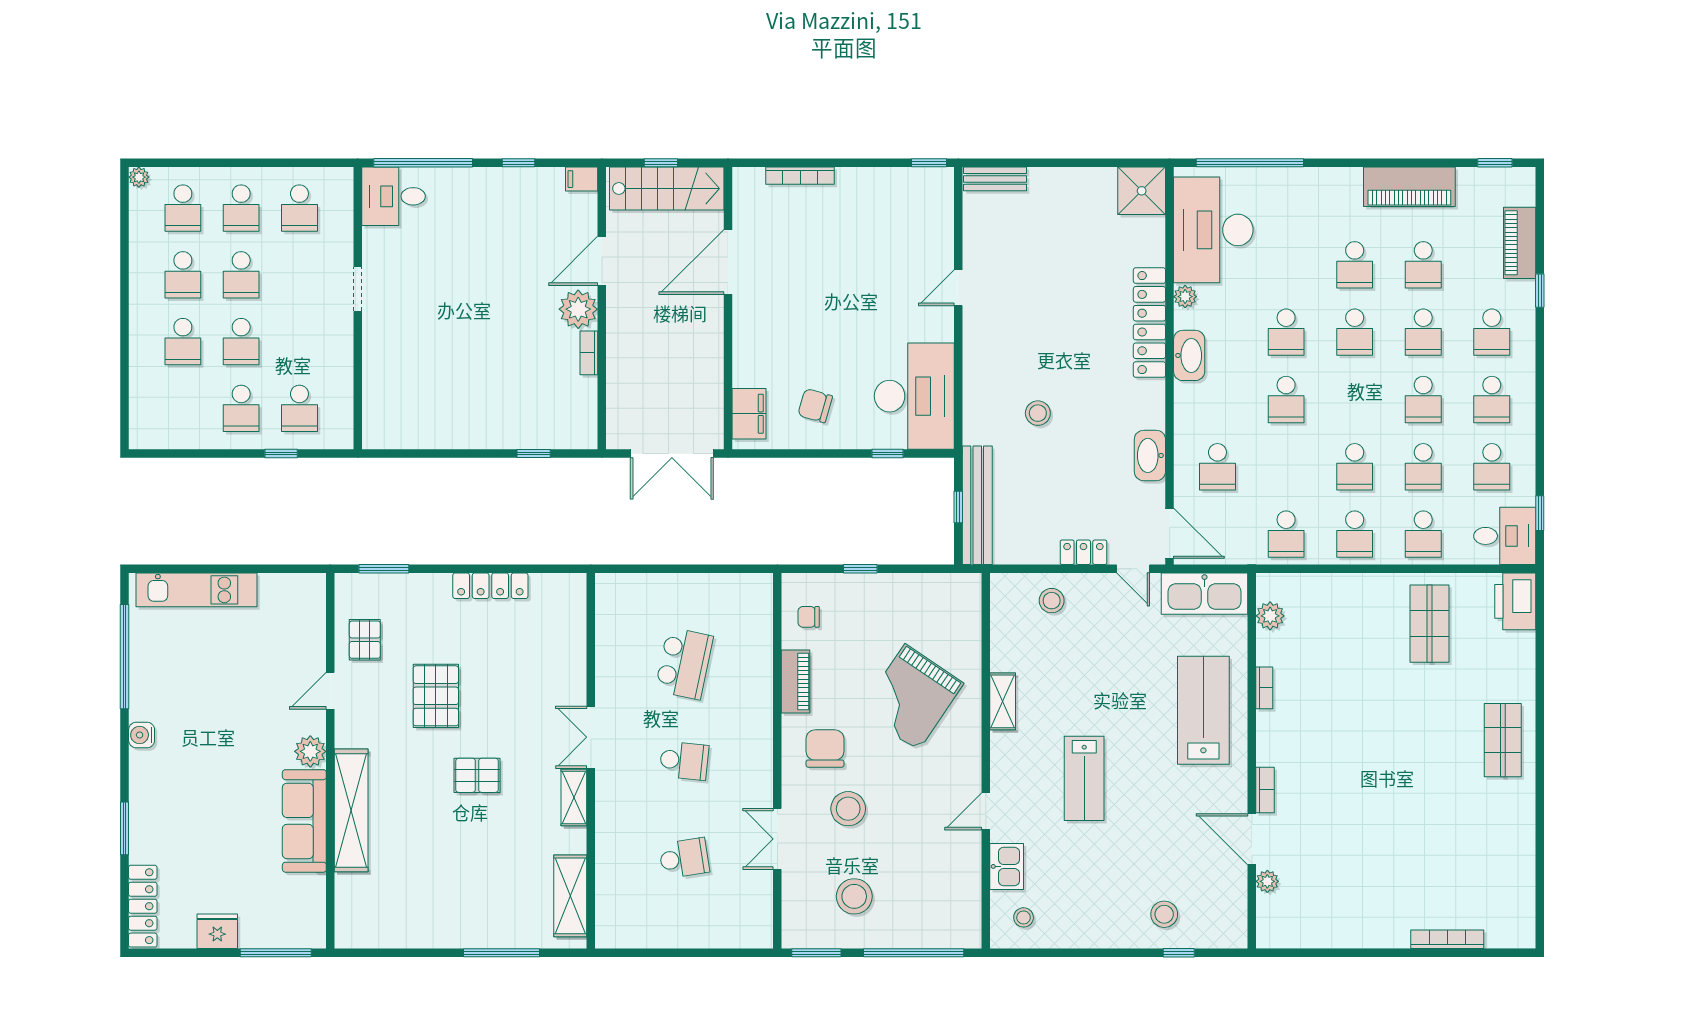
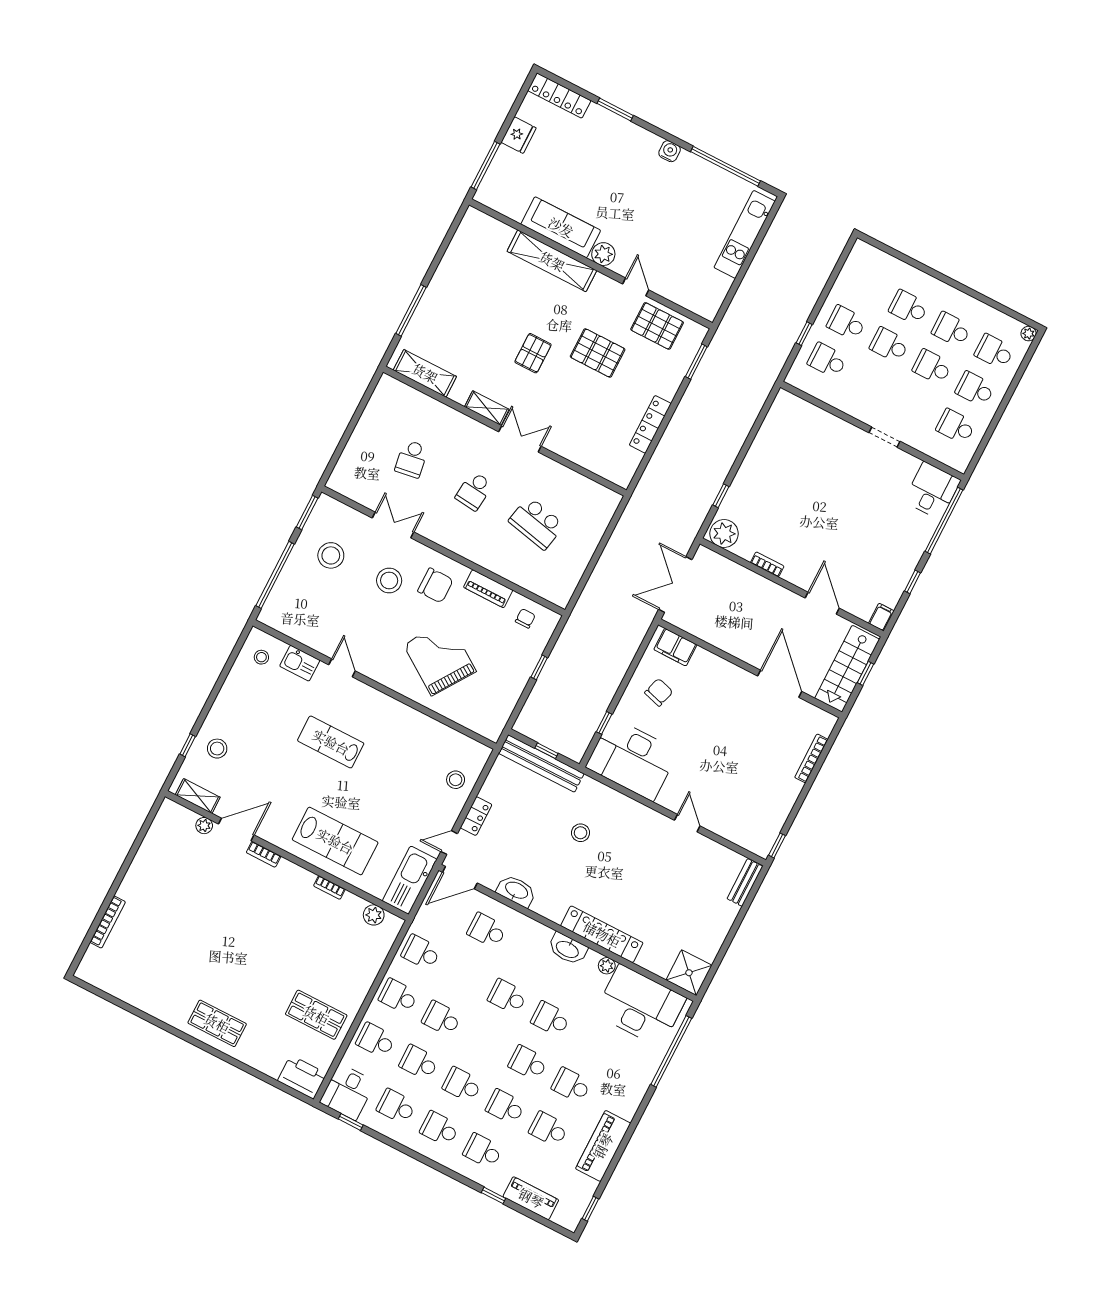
plant: (578, 309) -> (724, 534), moved
pallet: (365, 640) -> (657, 326), width x1.50, depth x1.42
shelving: (1003, 701) -> (198, 796), moved

